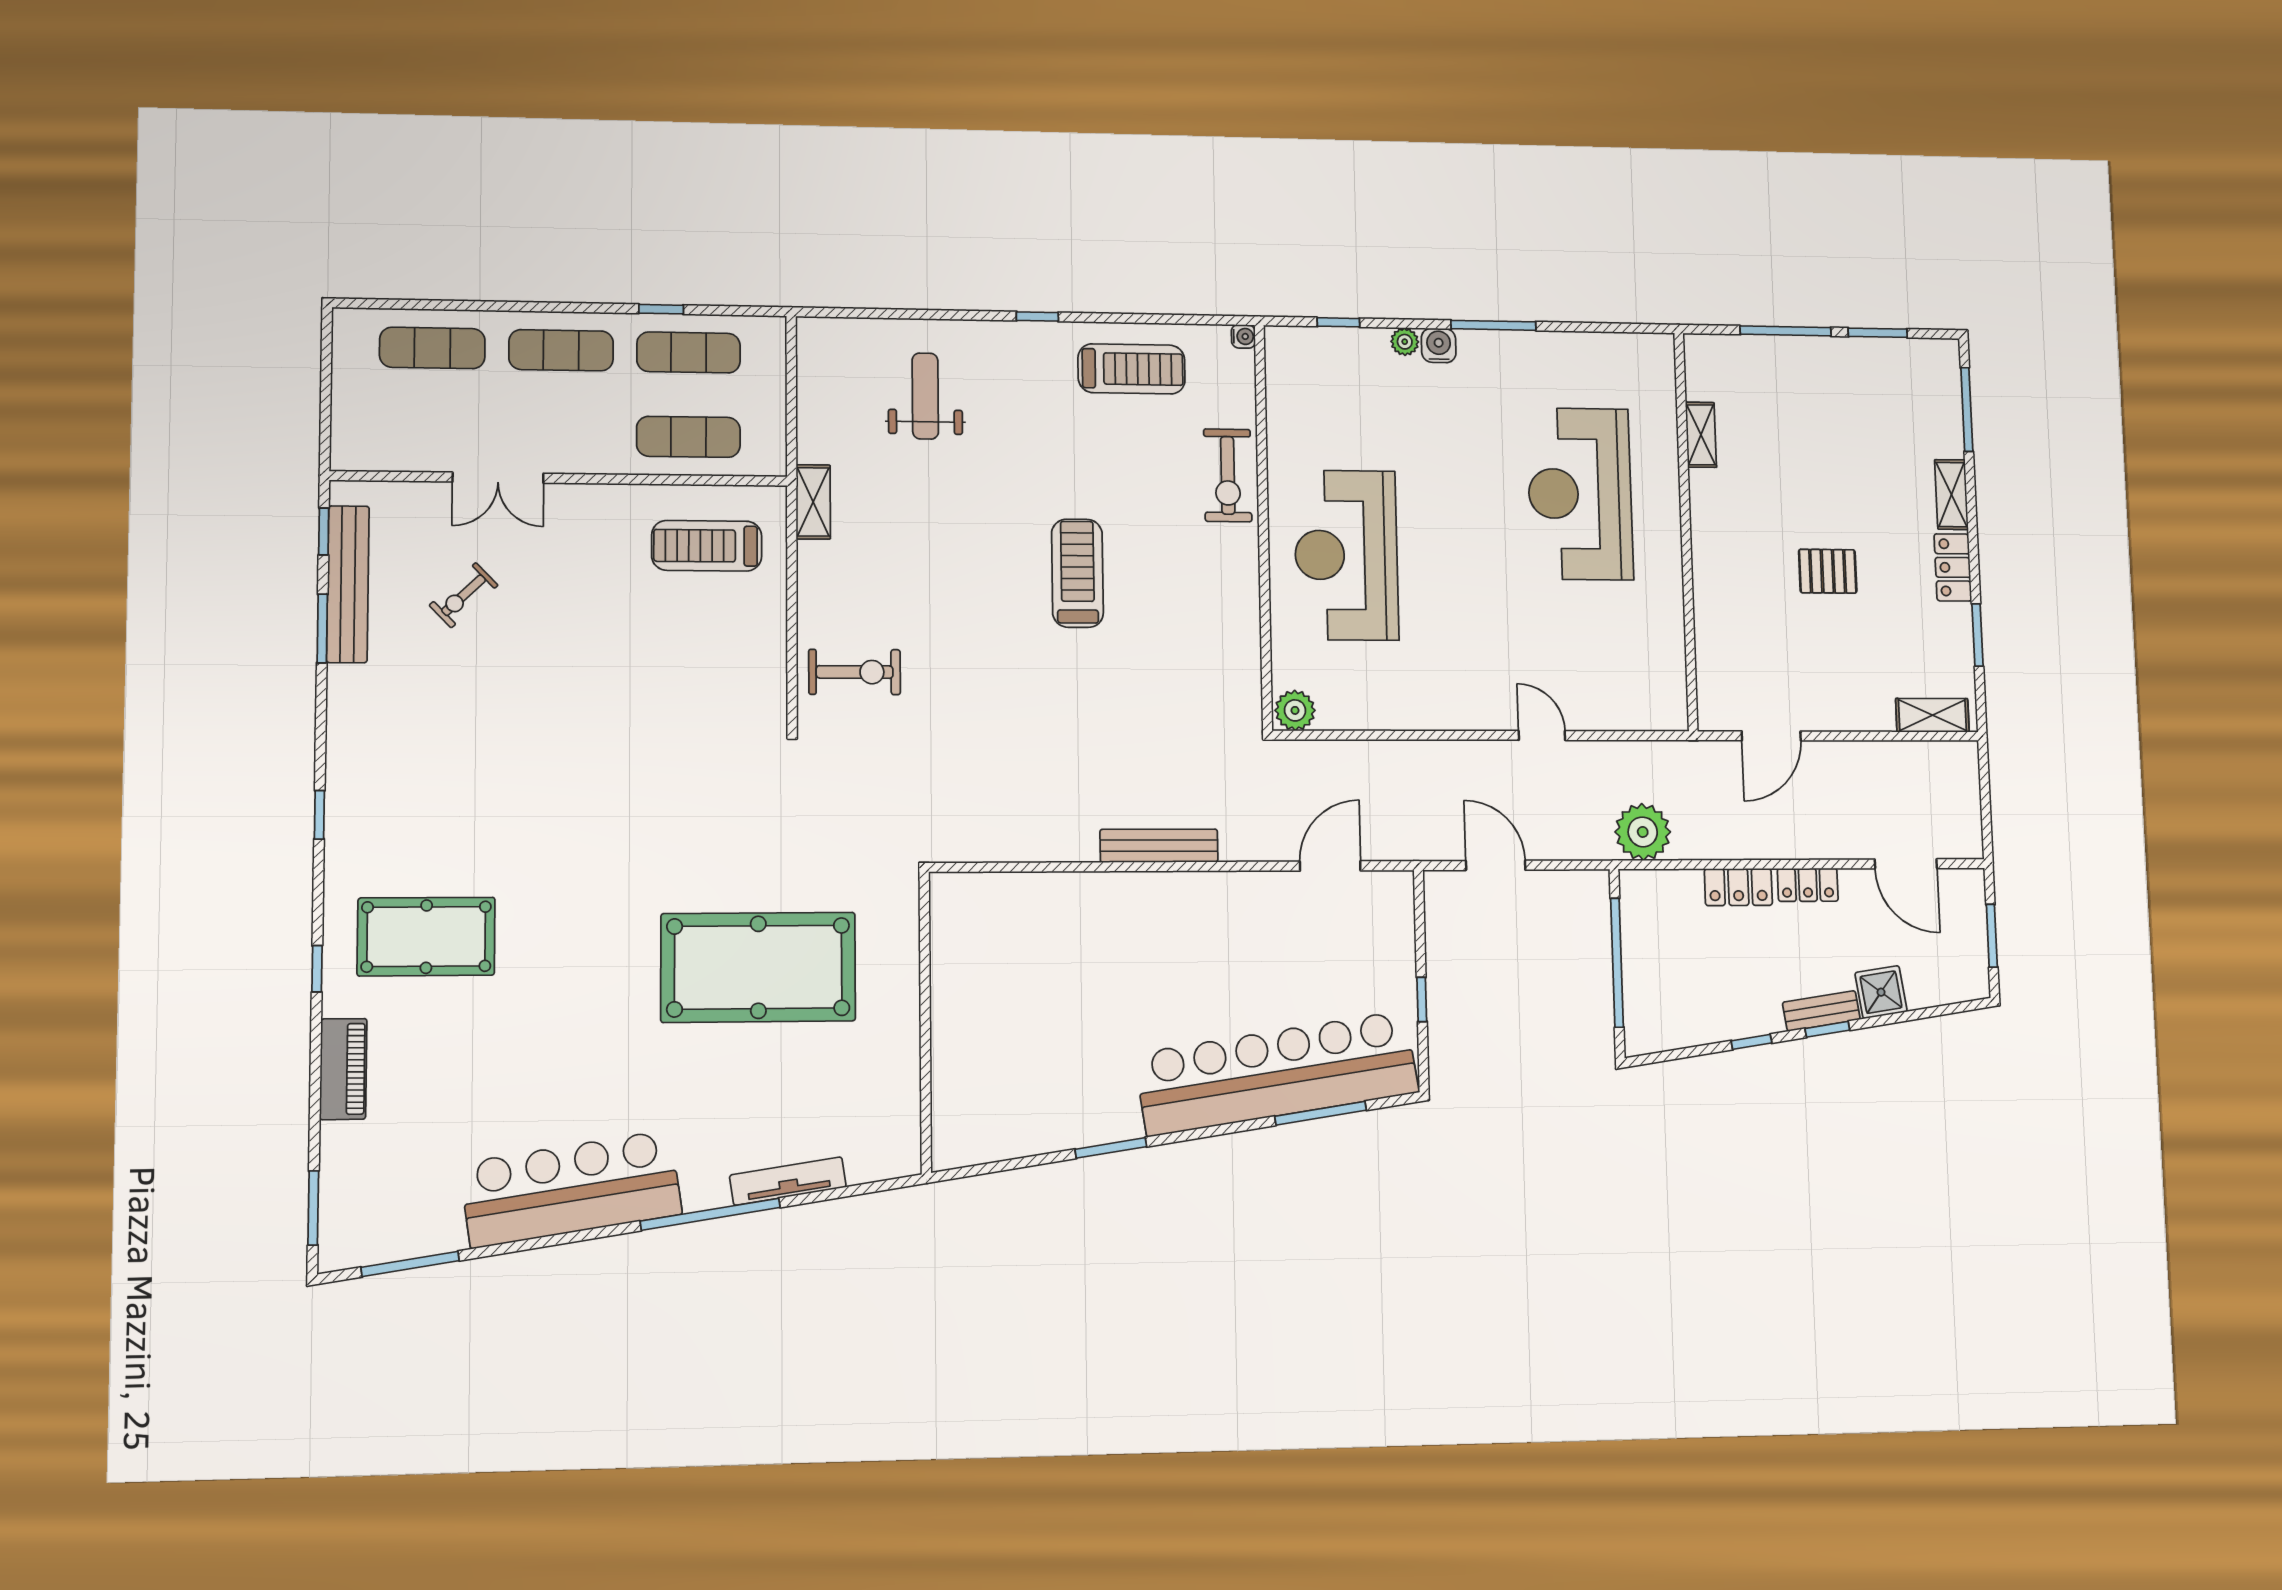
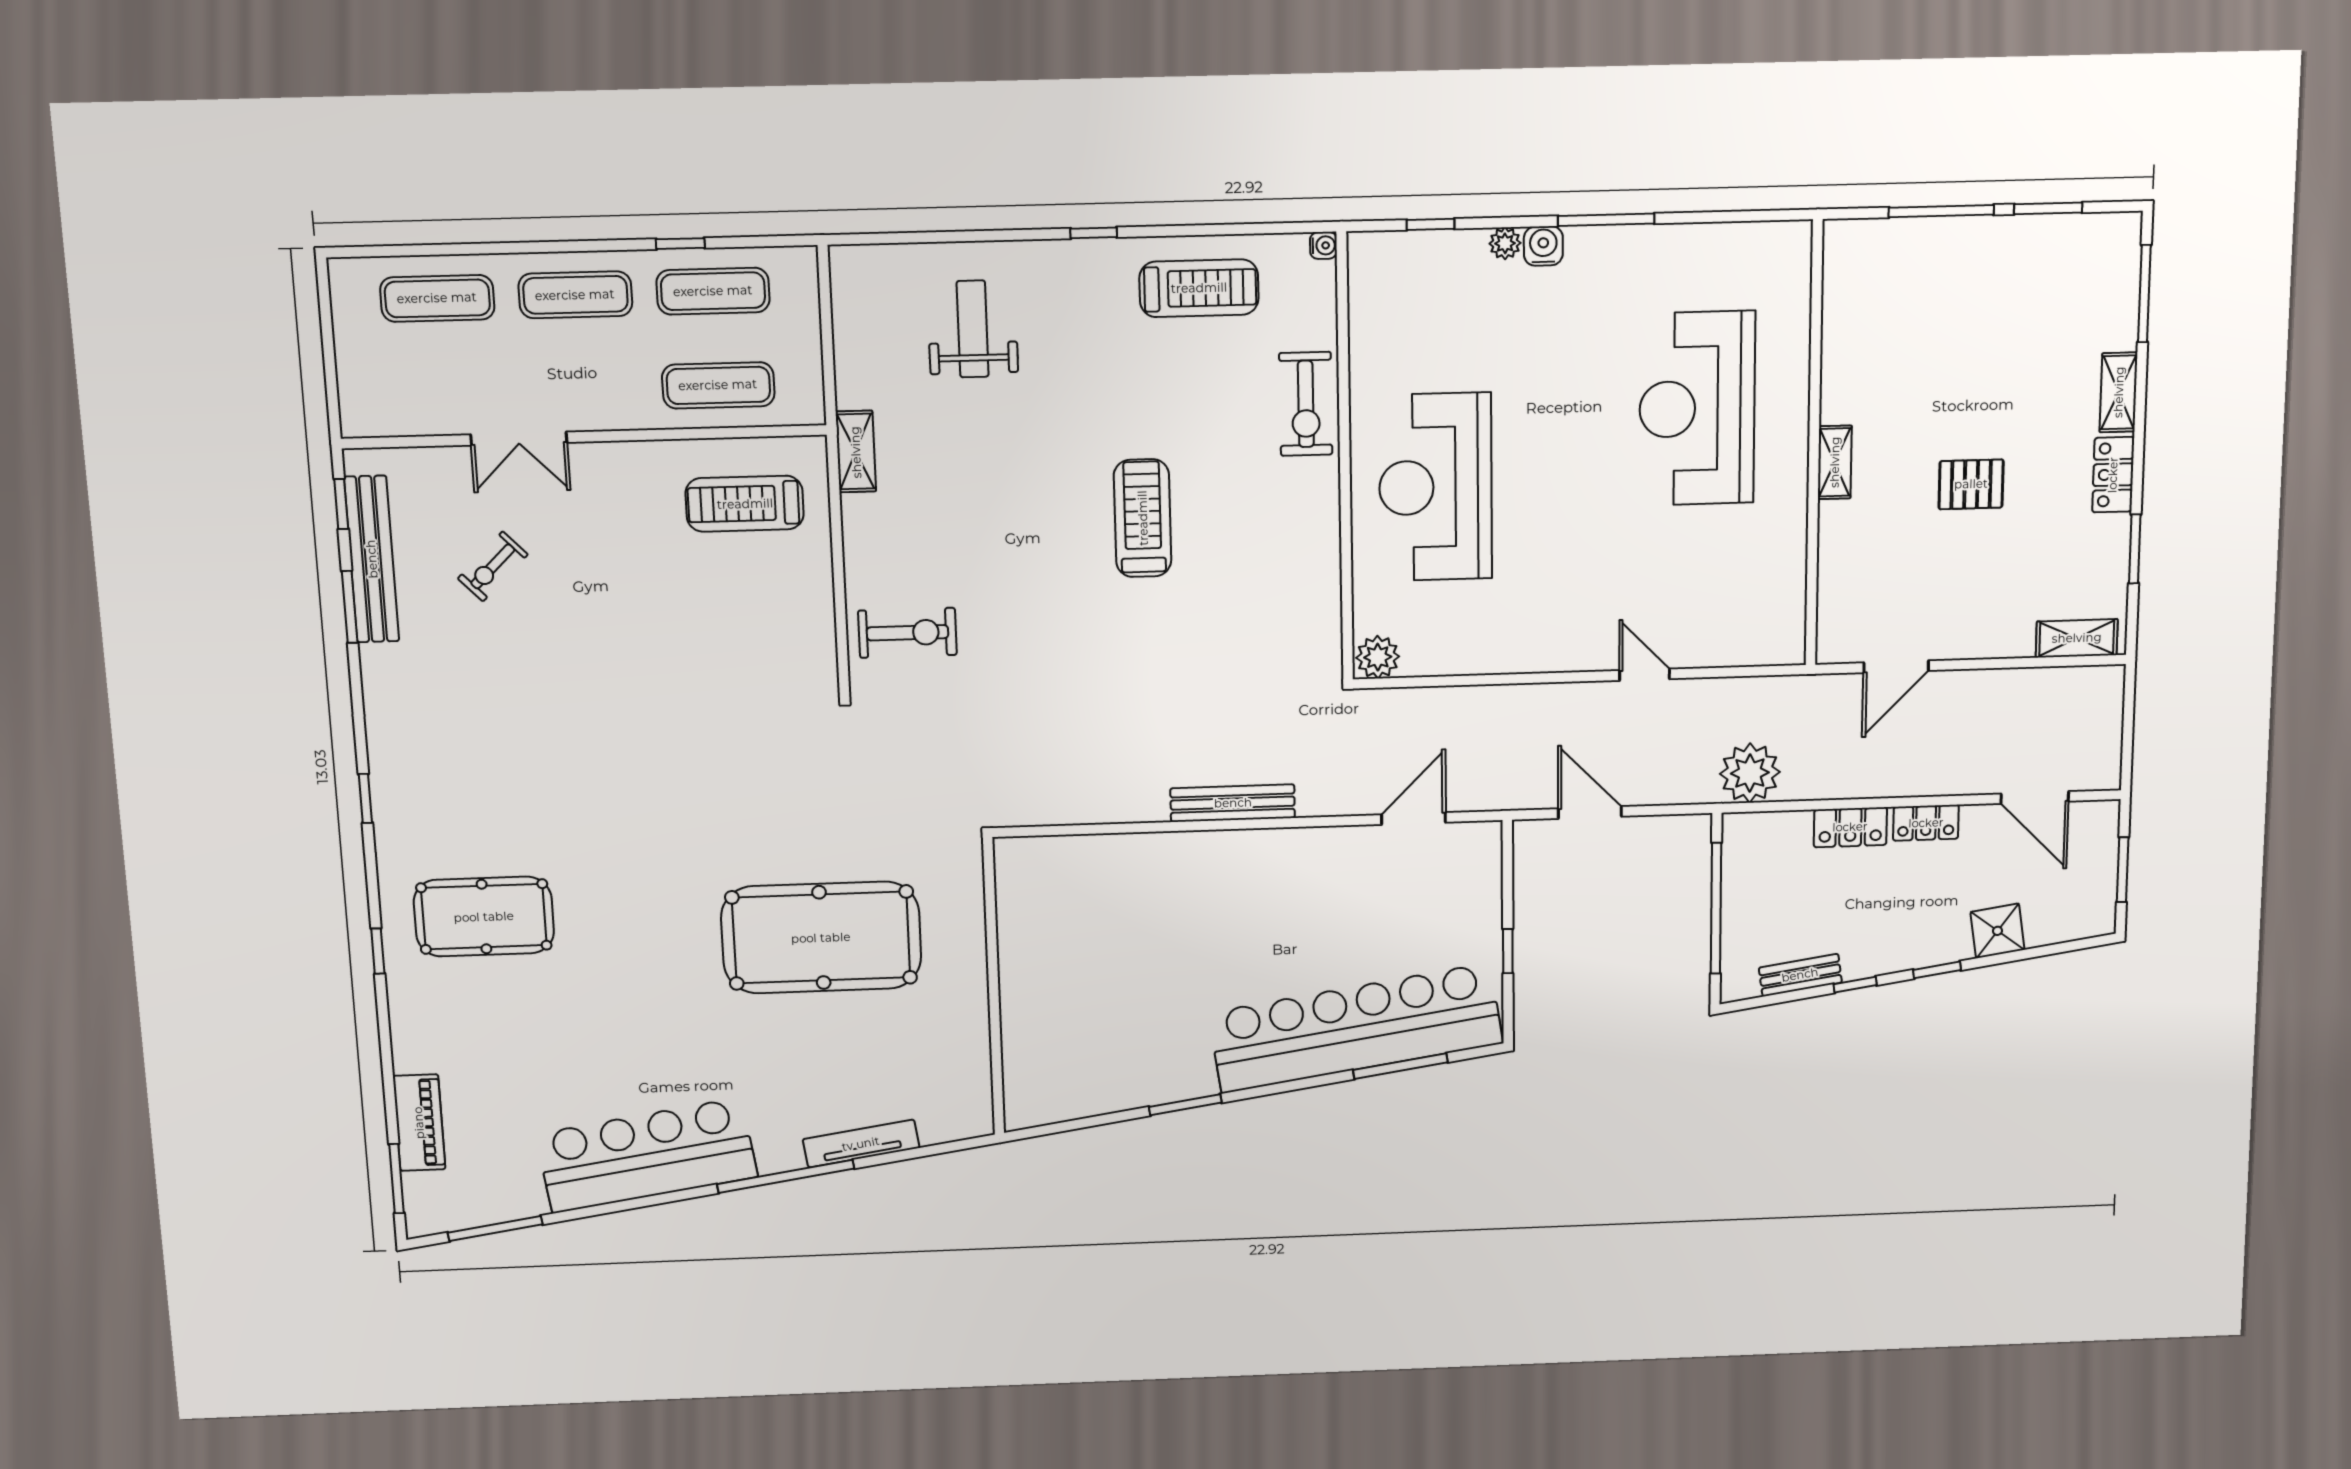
shelving: (1701, 435) -> (1835, 462), moved
bench: (1821, 1011) -> (1800, 975), moved
piano: (343, 1069) -> (419, 1123), moved

